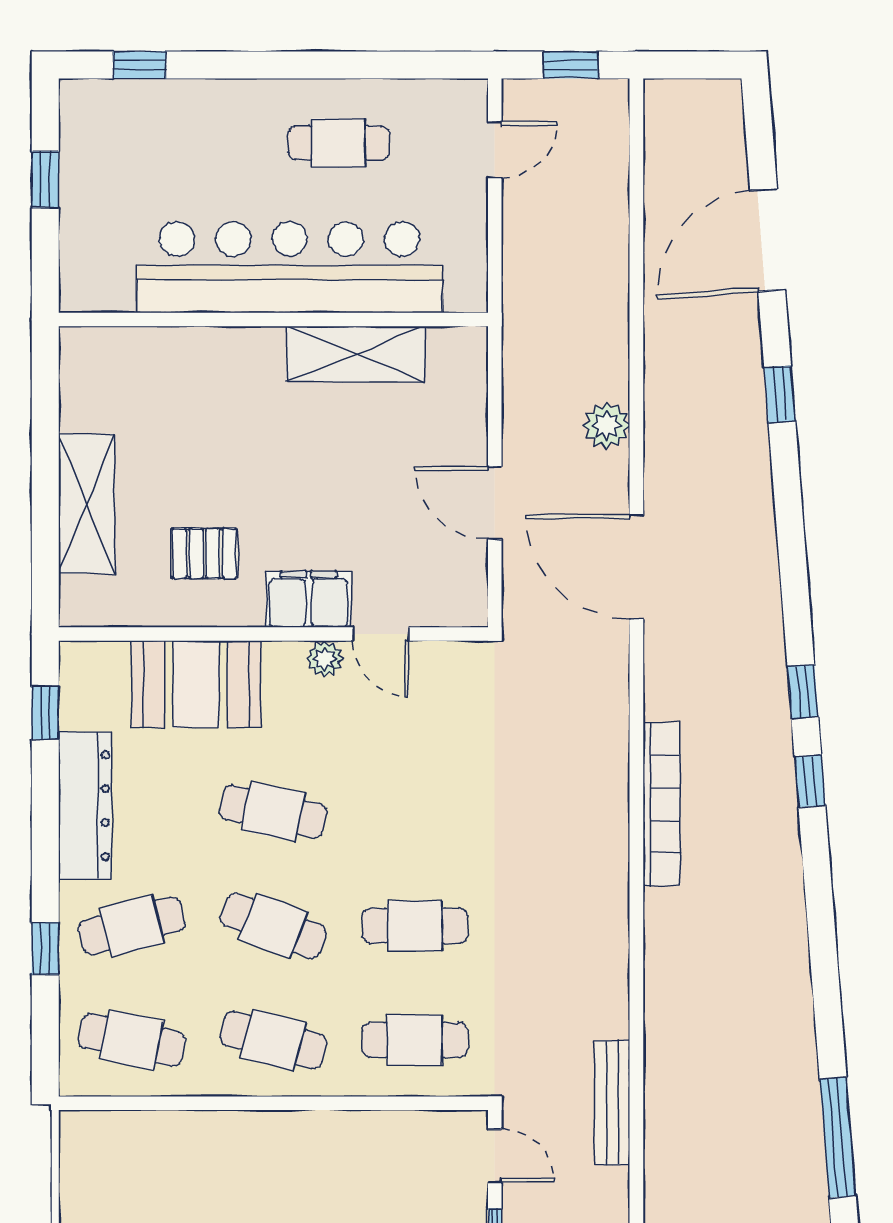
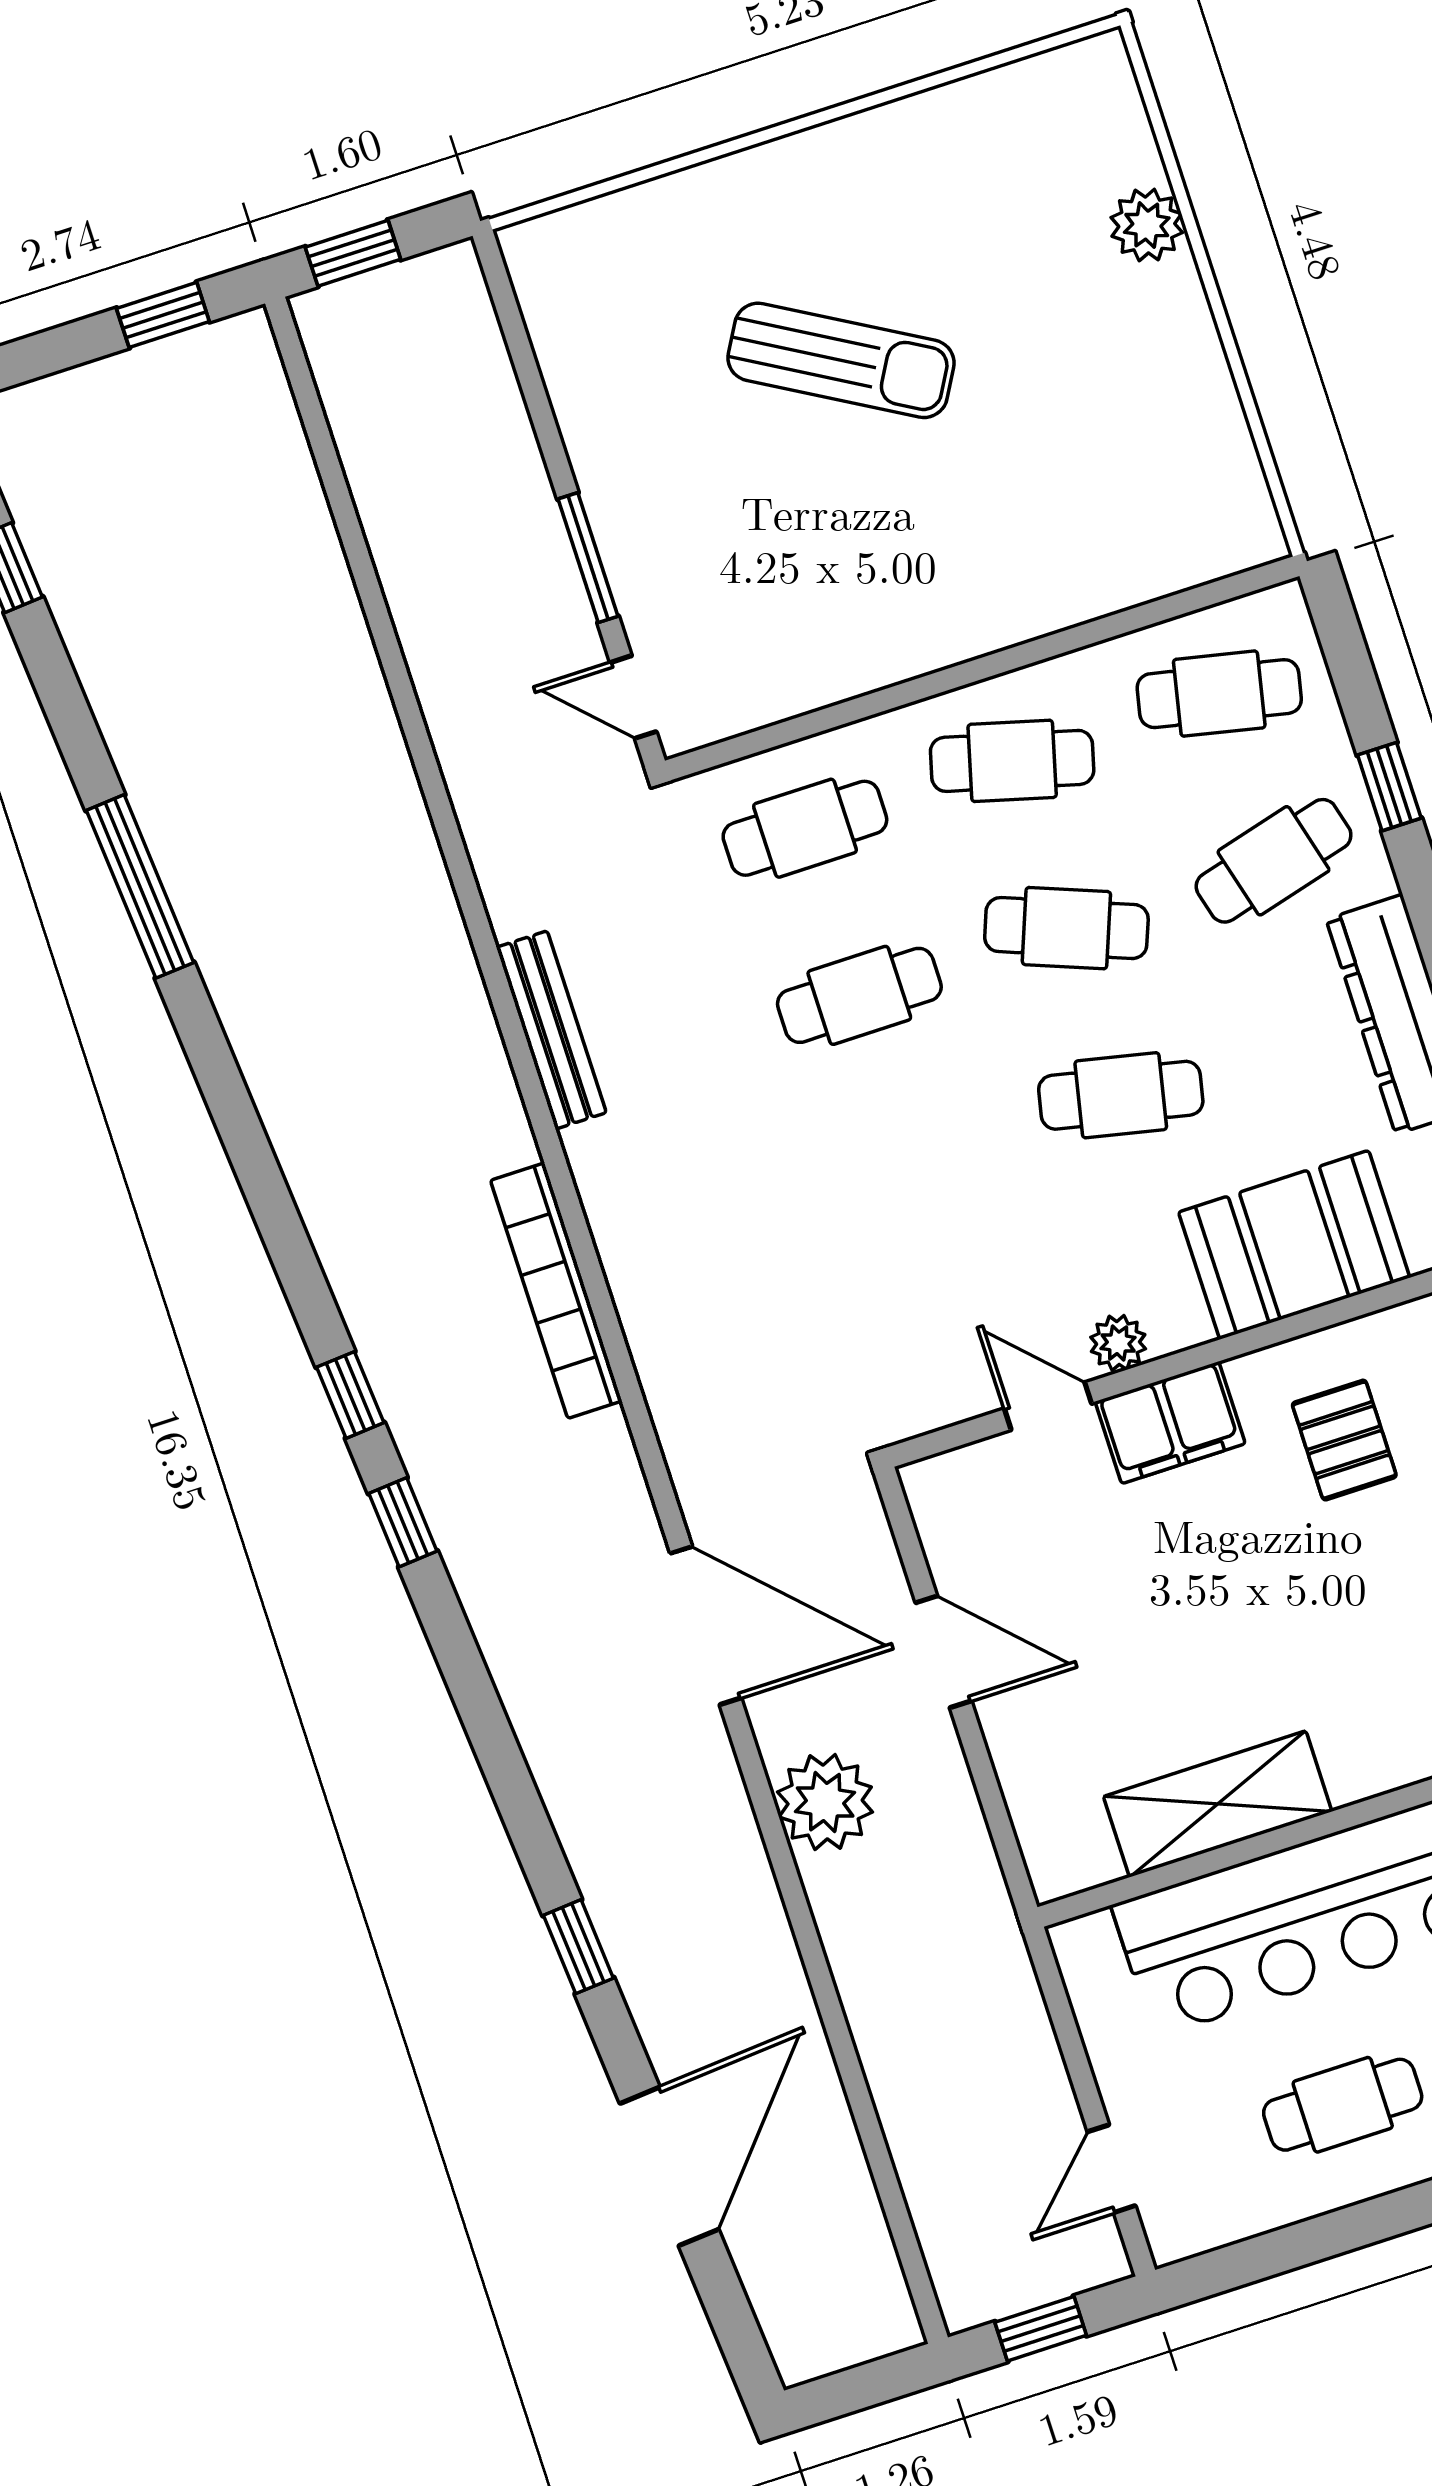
plant: (607, 426) -> (825, 1802), width x1.36, depth x1.36
pallet: (204, 553) -> (1344, 1440), turned 90
bench: (612, 1103) -> (551, 1030), moved

